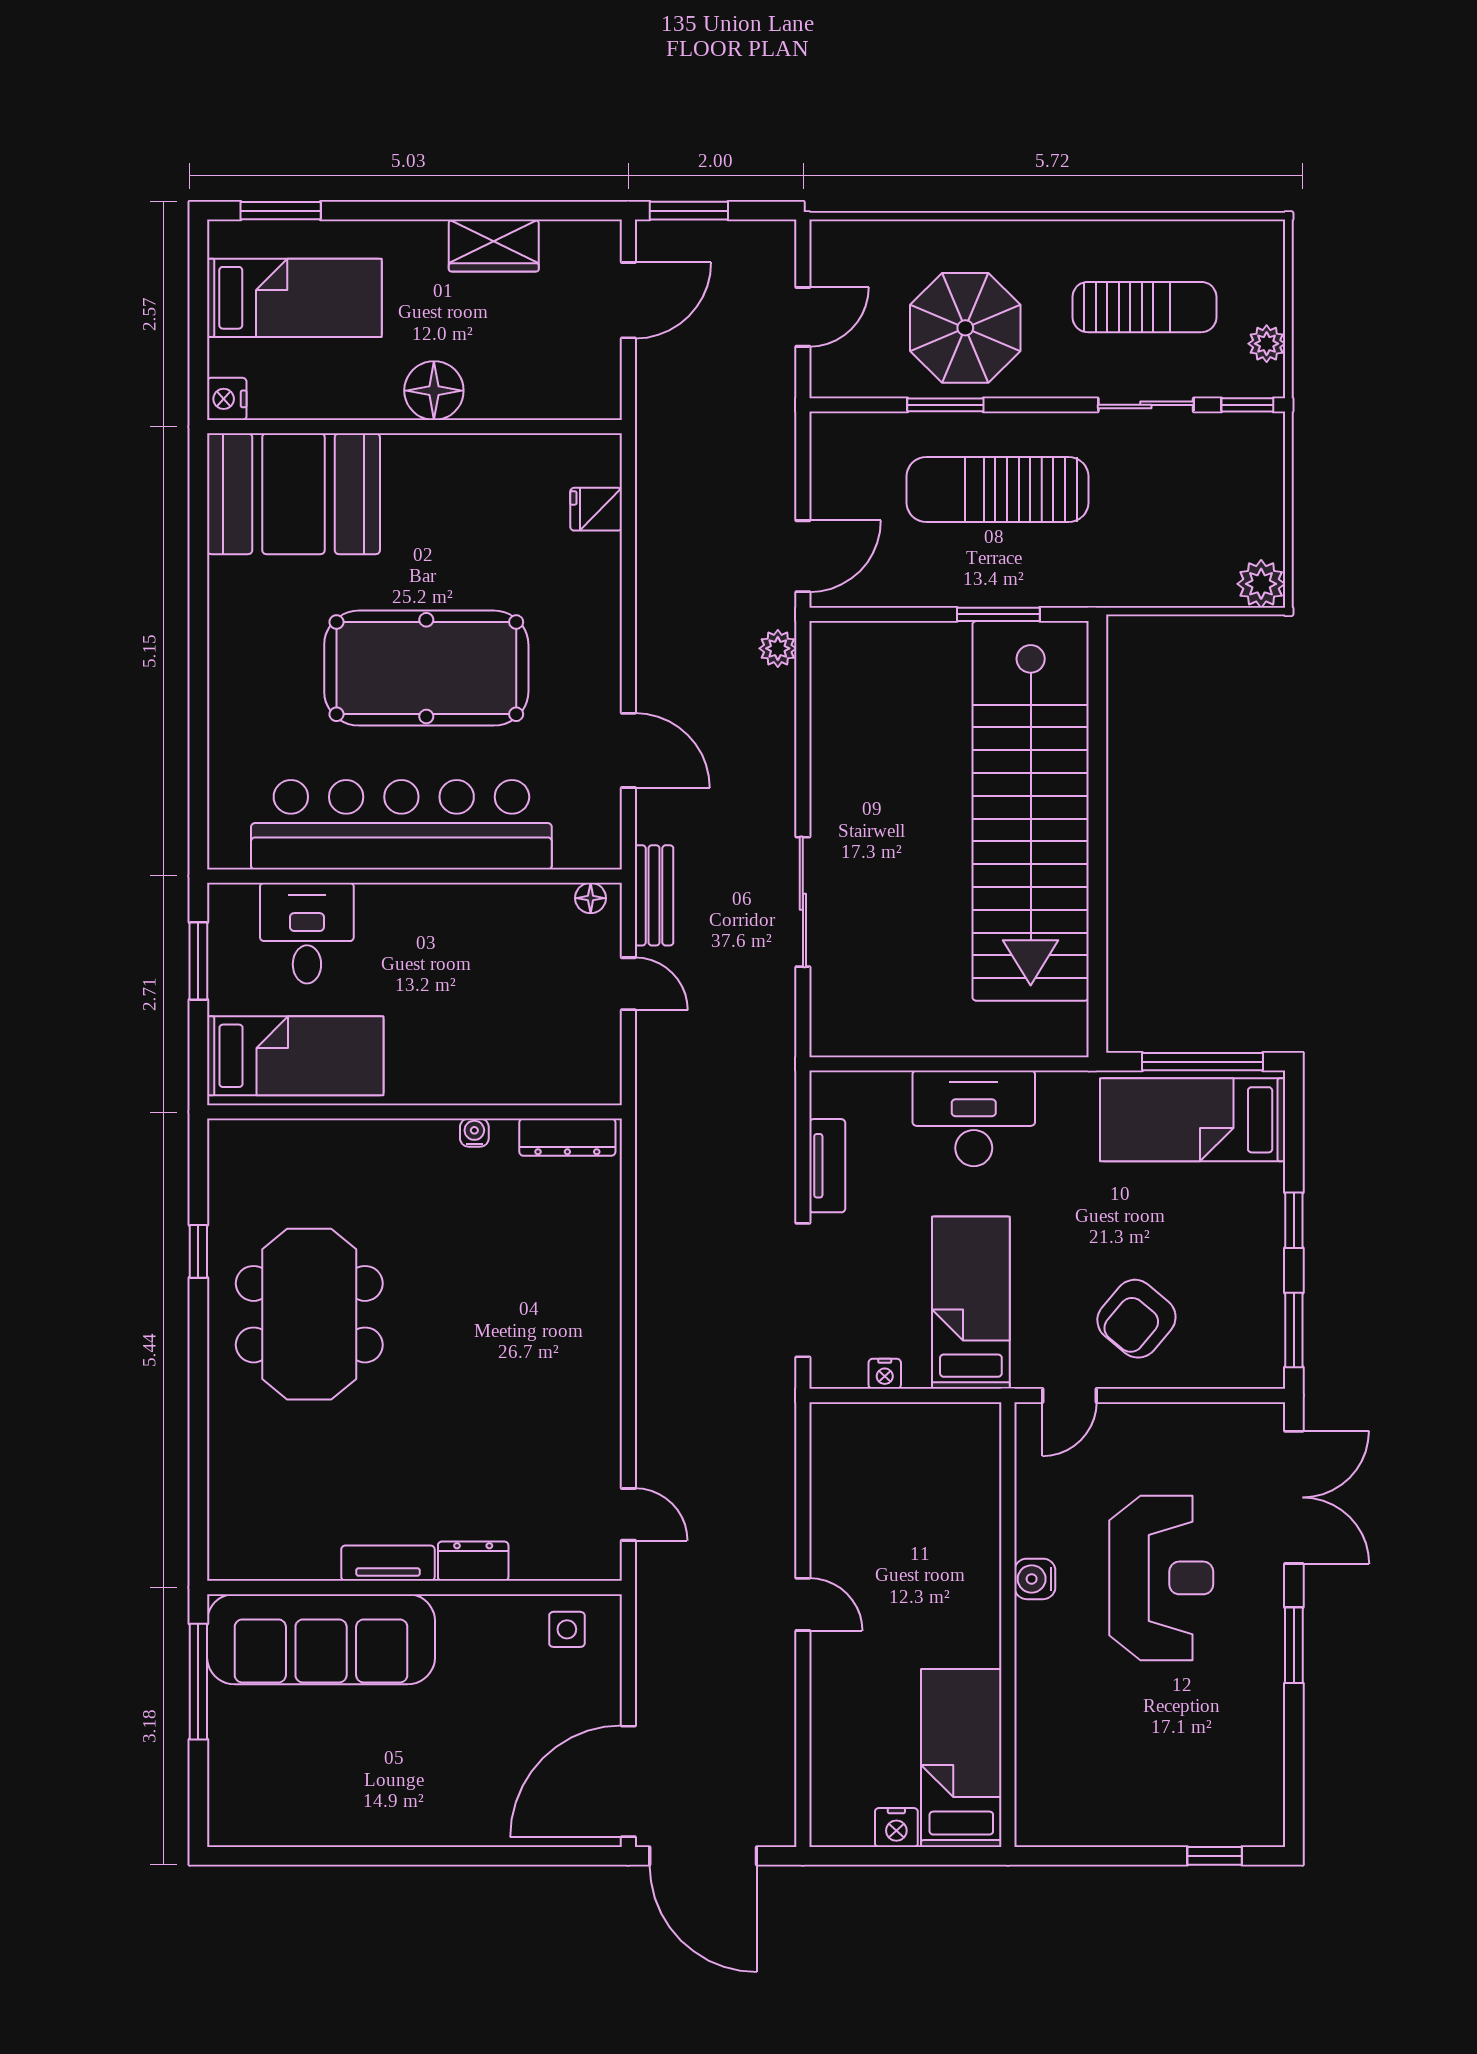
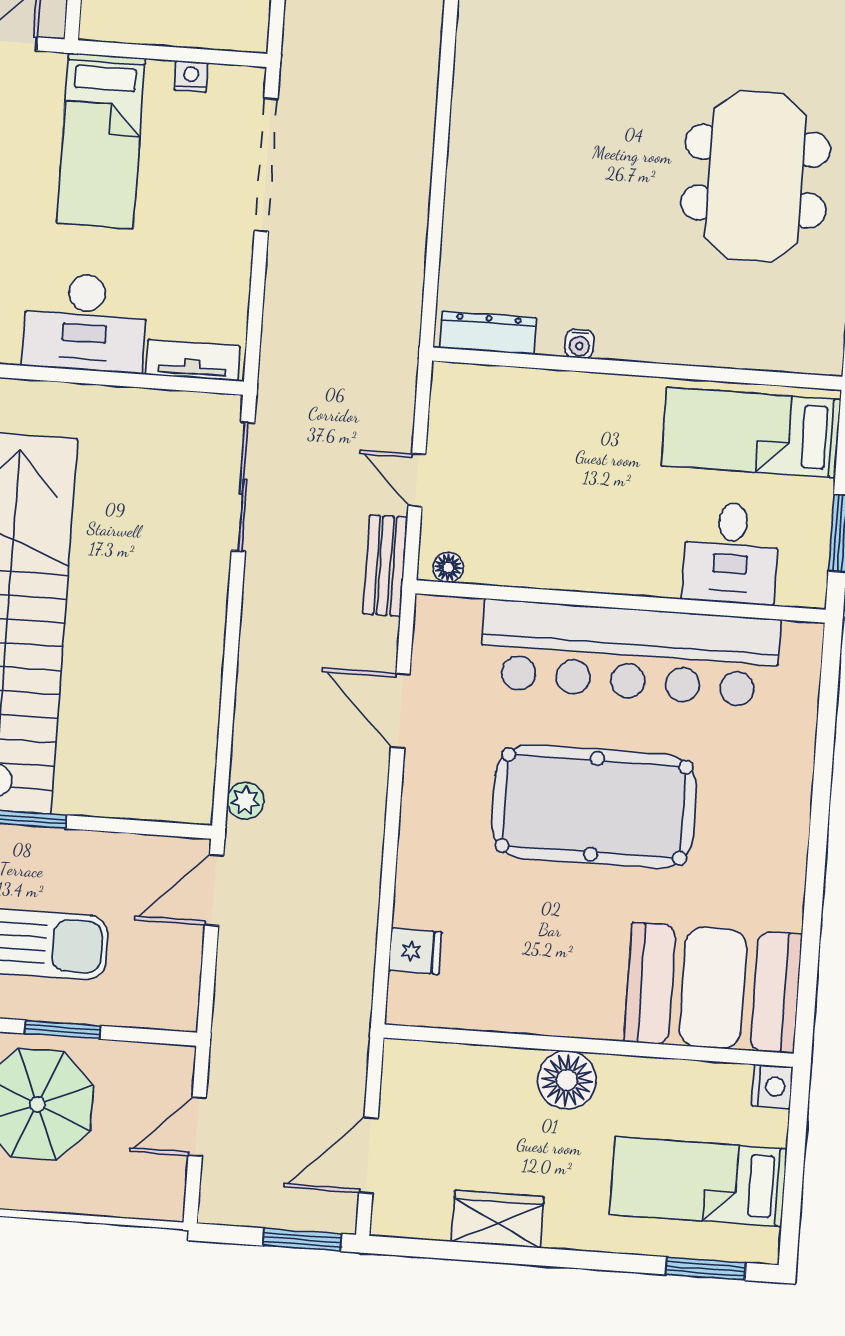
sliding door: (803, 902) -> (243, 487), moved
tv unit: (827, 1166) -> (193, 360), moved, turned 90

